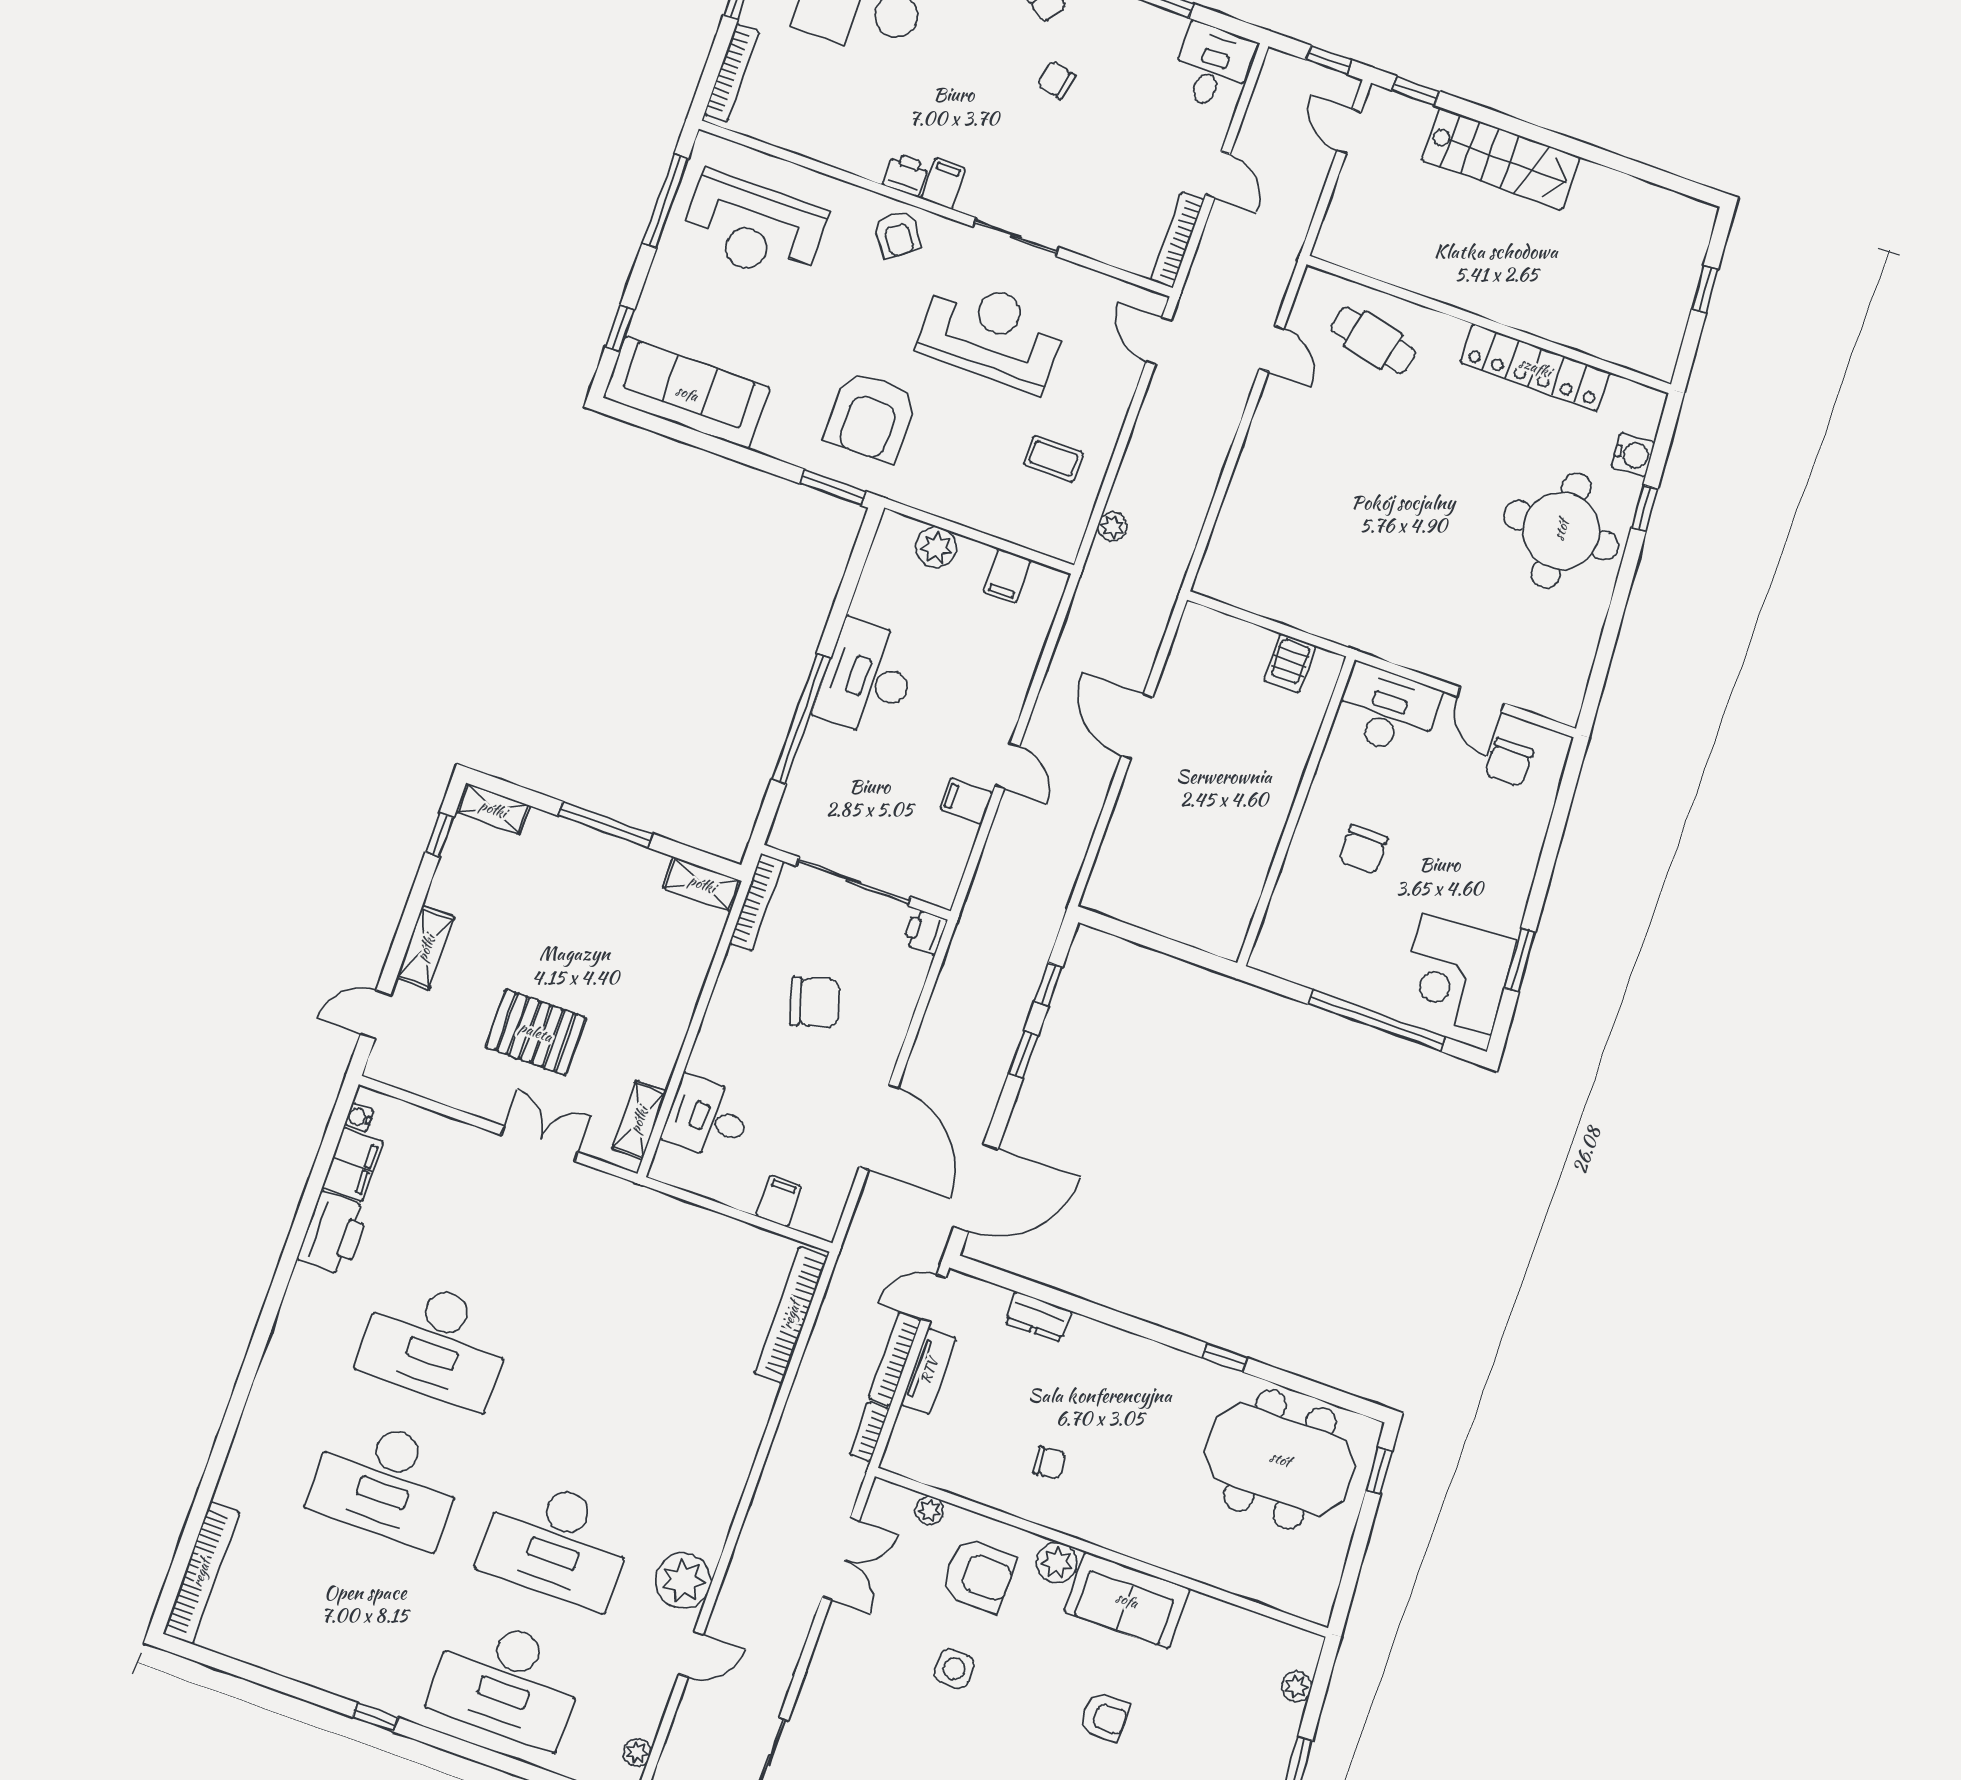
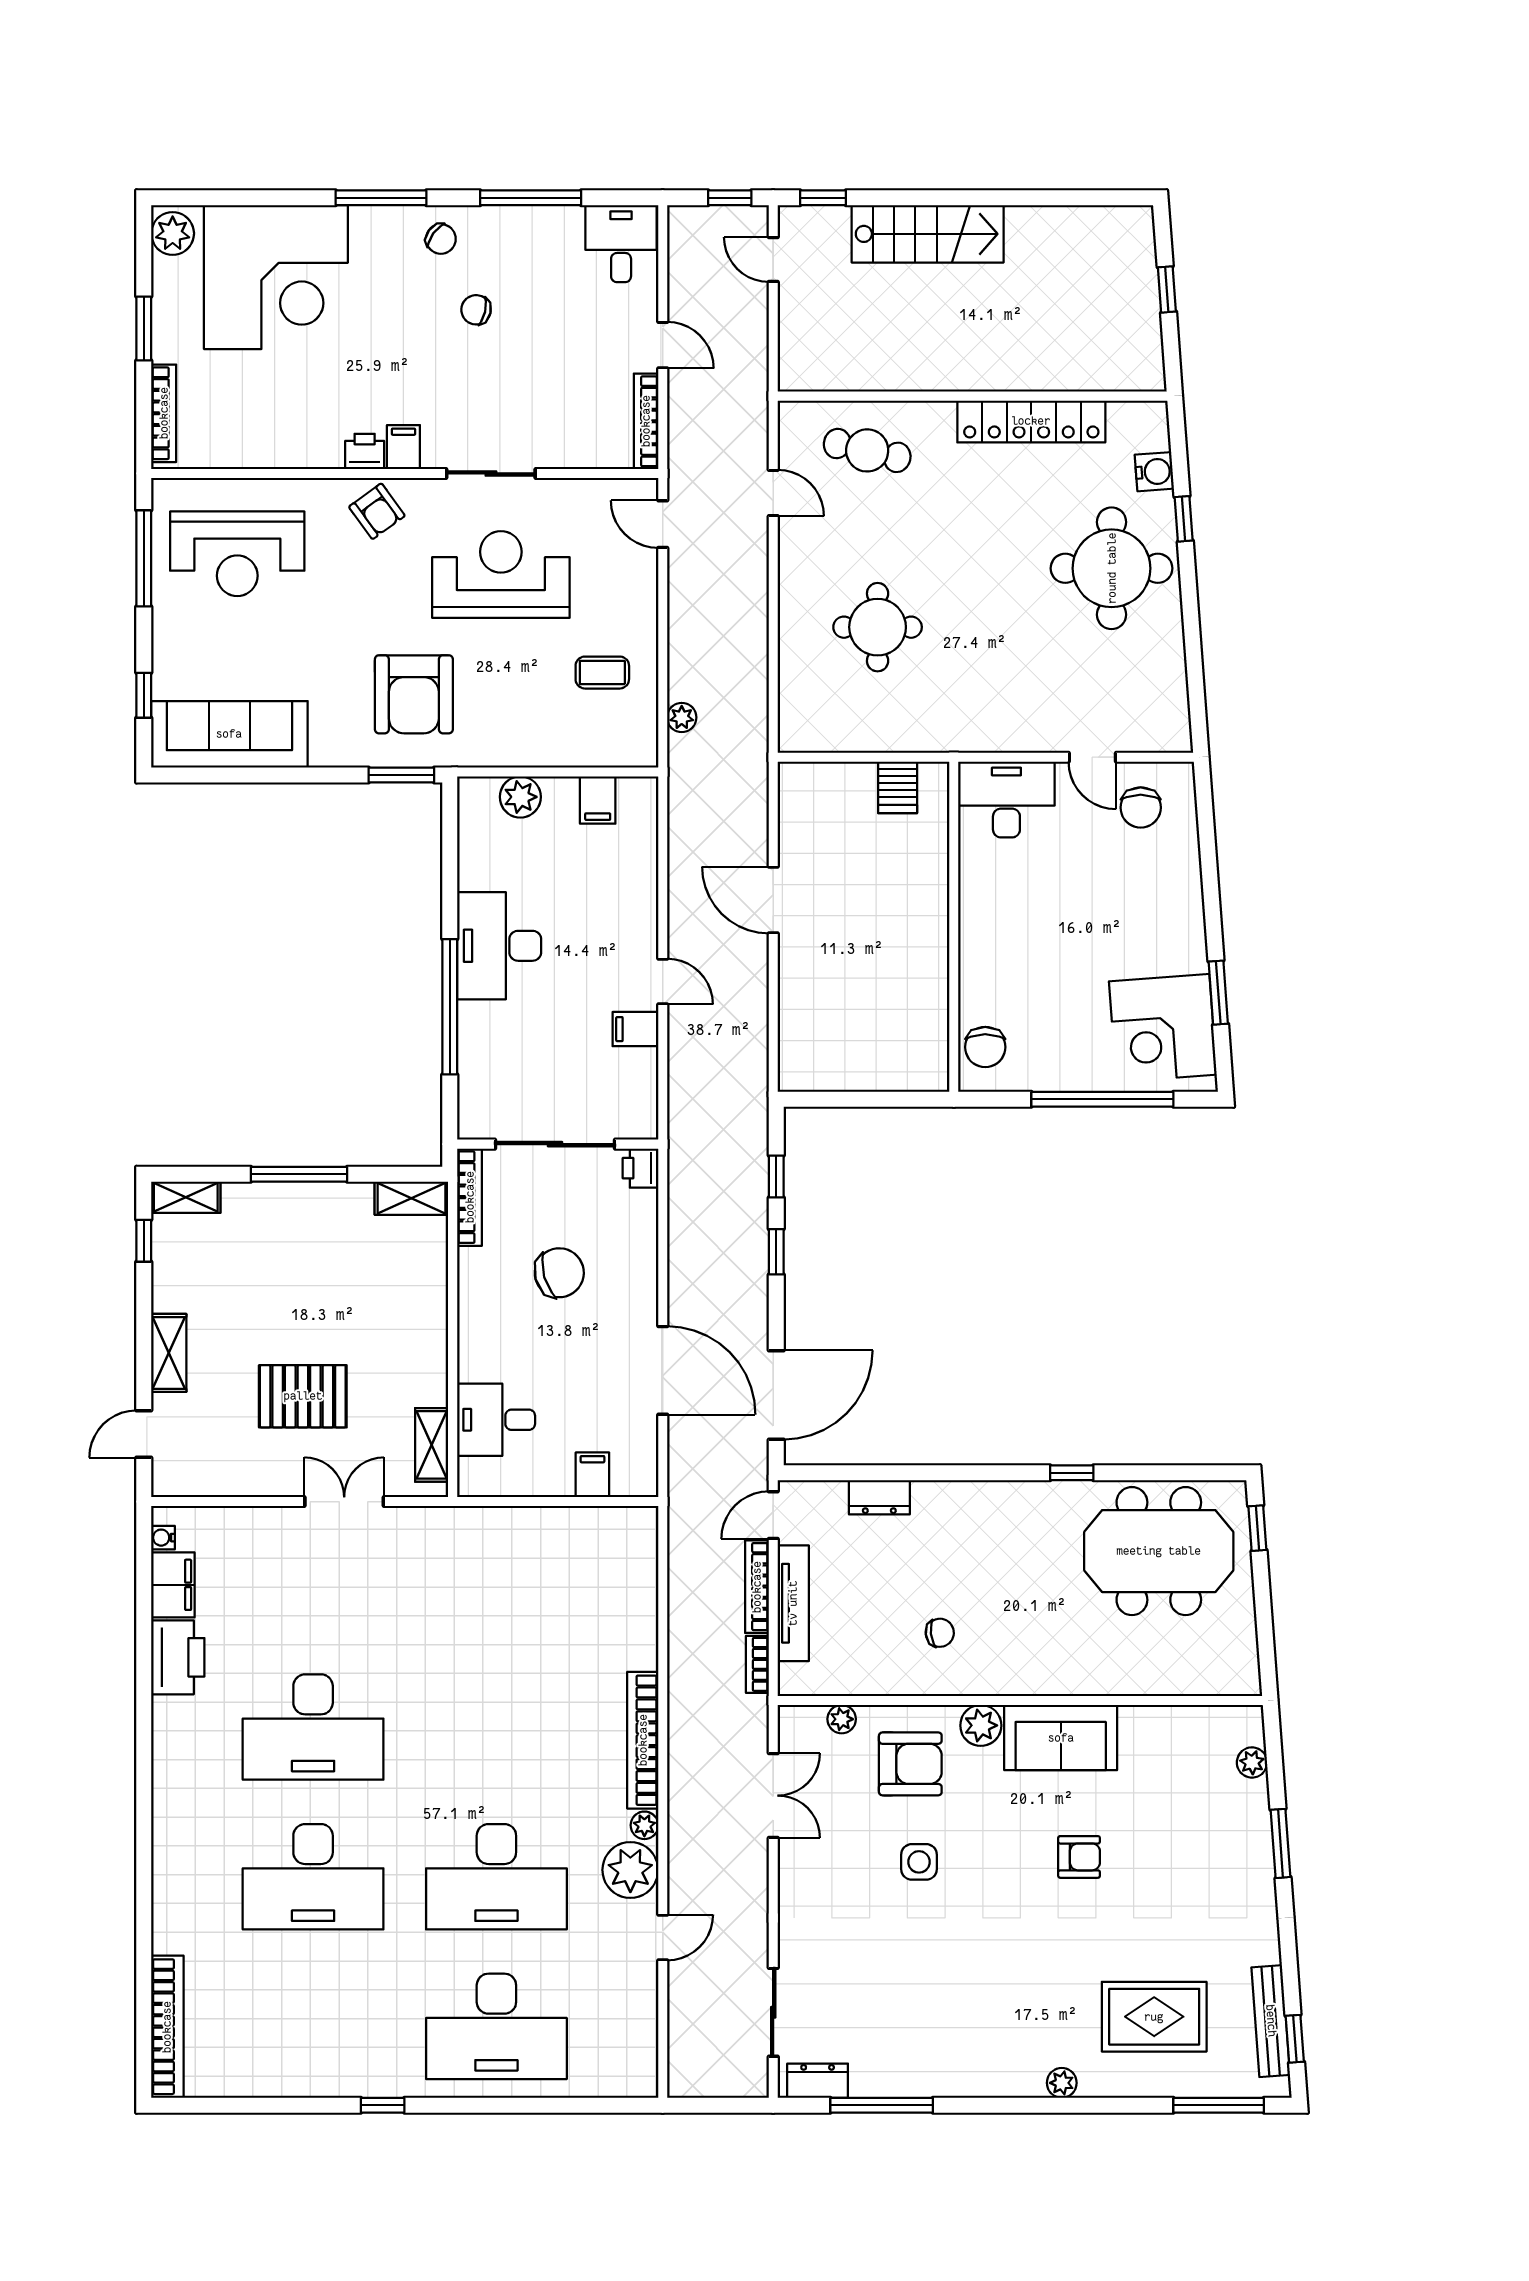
round table: (1324, 508) -> (878, 627), added
chair: (1363, 850) -> (985, 1047), moved
bookcase: (791, 1315) -> (643, 1740), moved
tv unit: (929, 1371) -> (793, 1603), width x1.41
plant: (637, 1752) -> (644, 1825), moved

